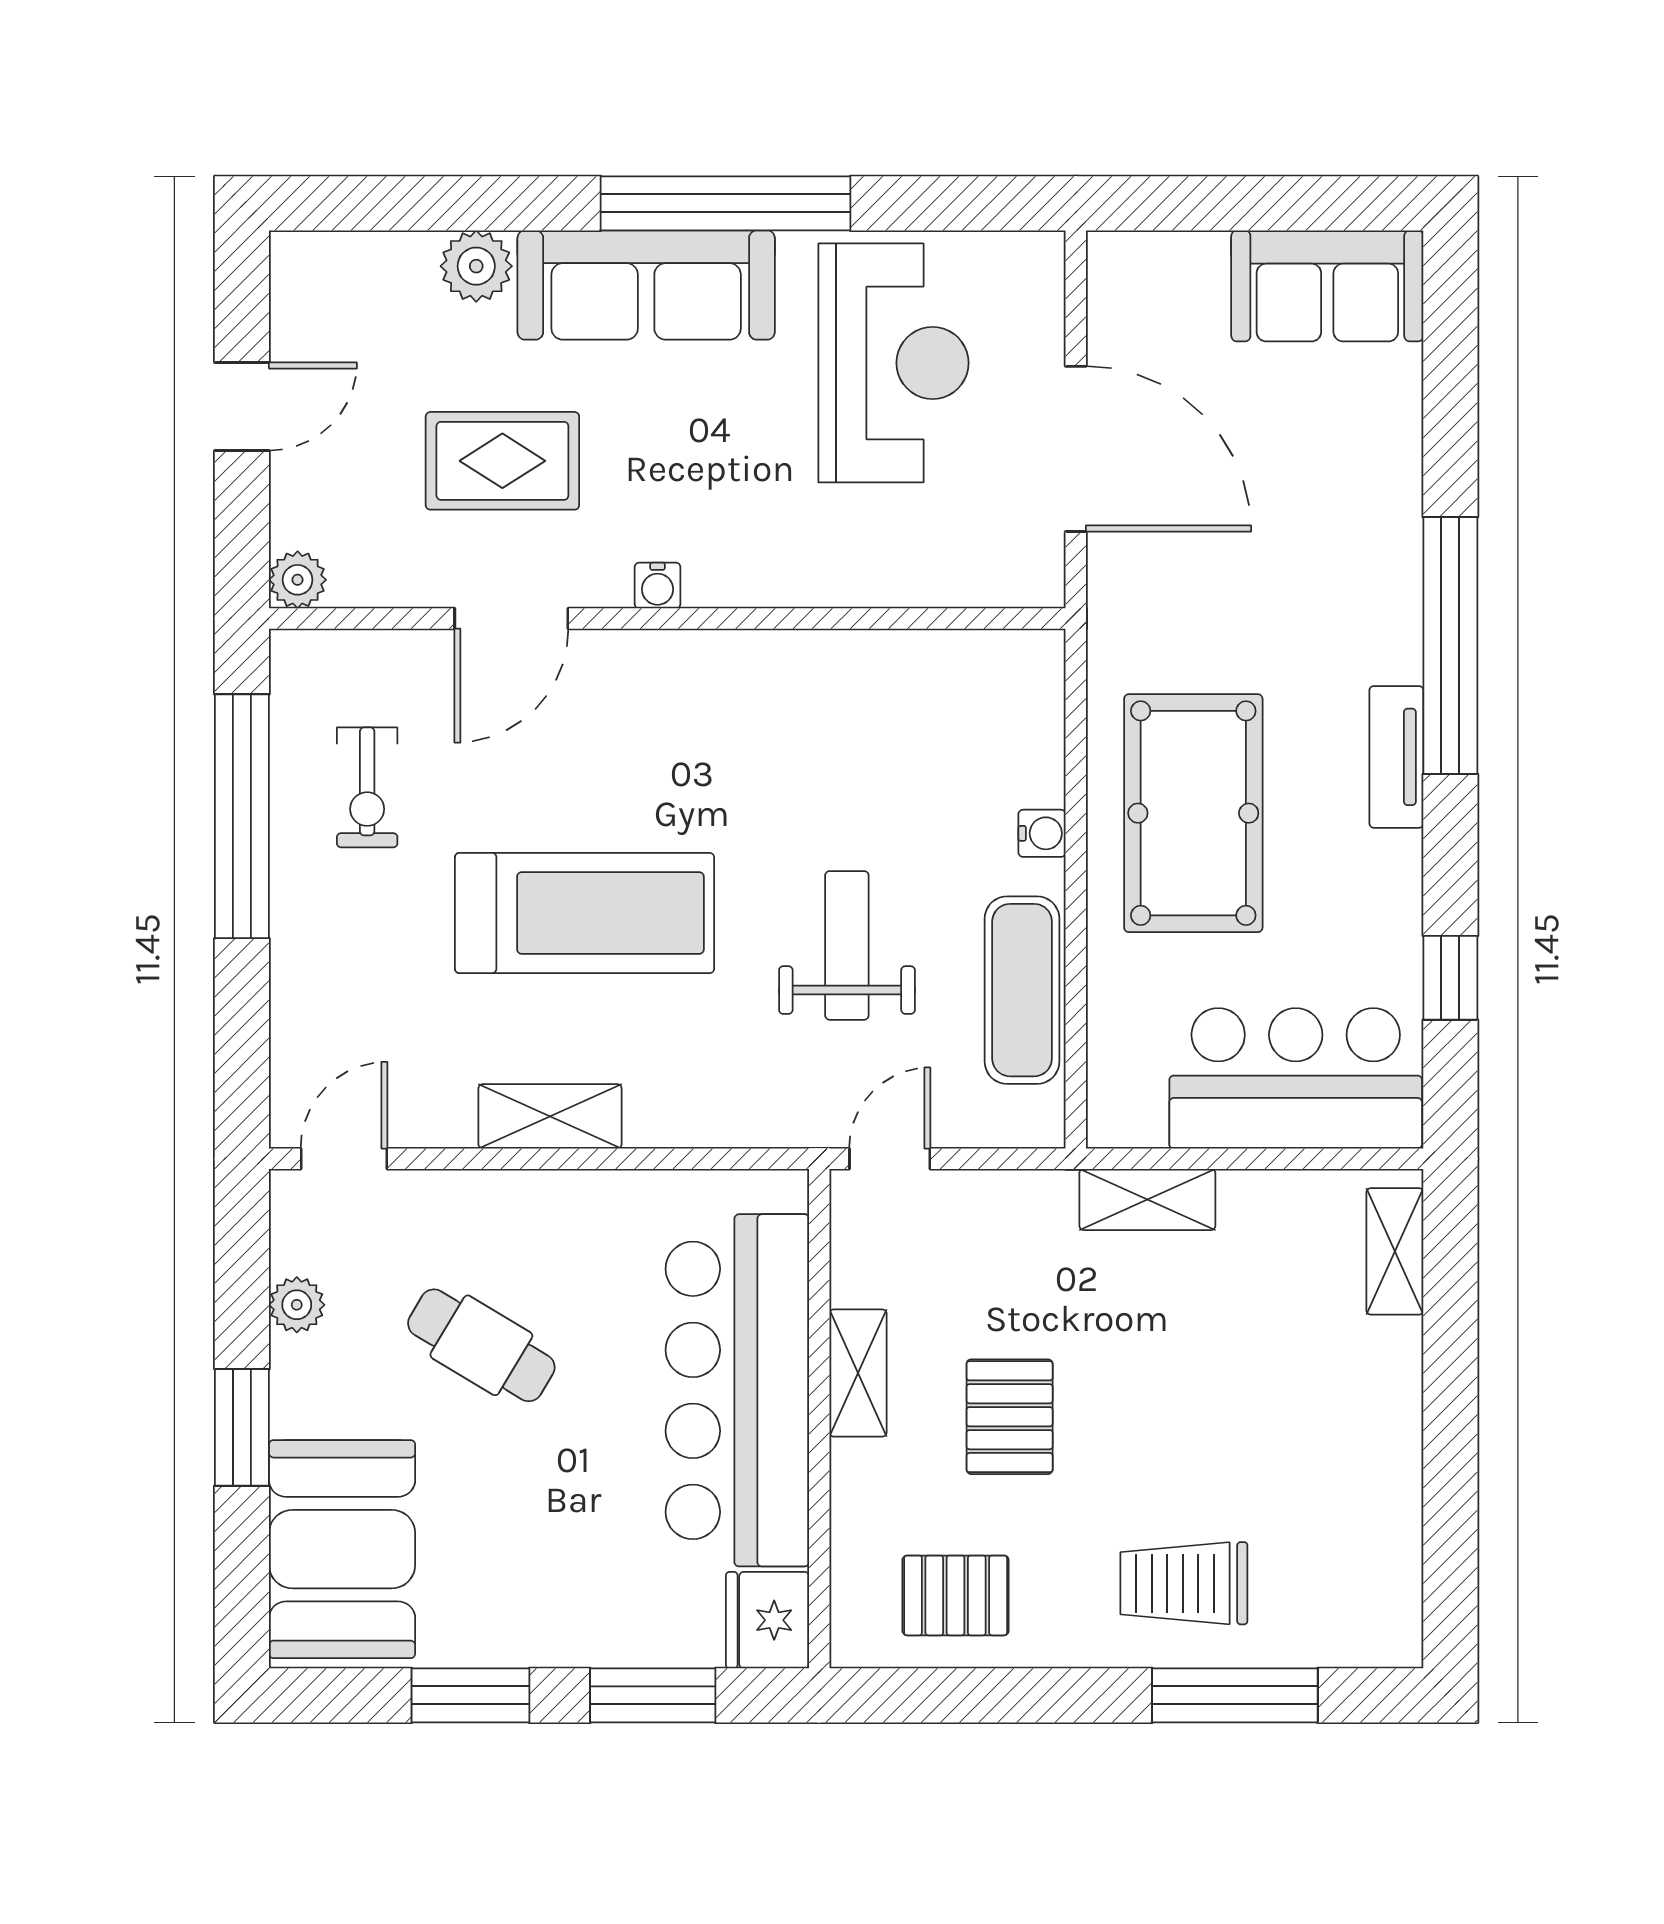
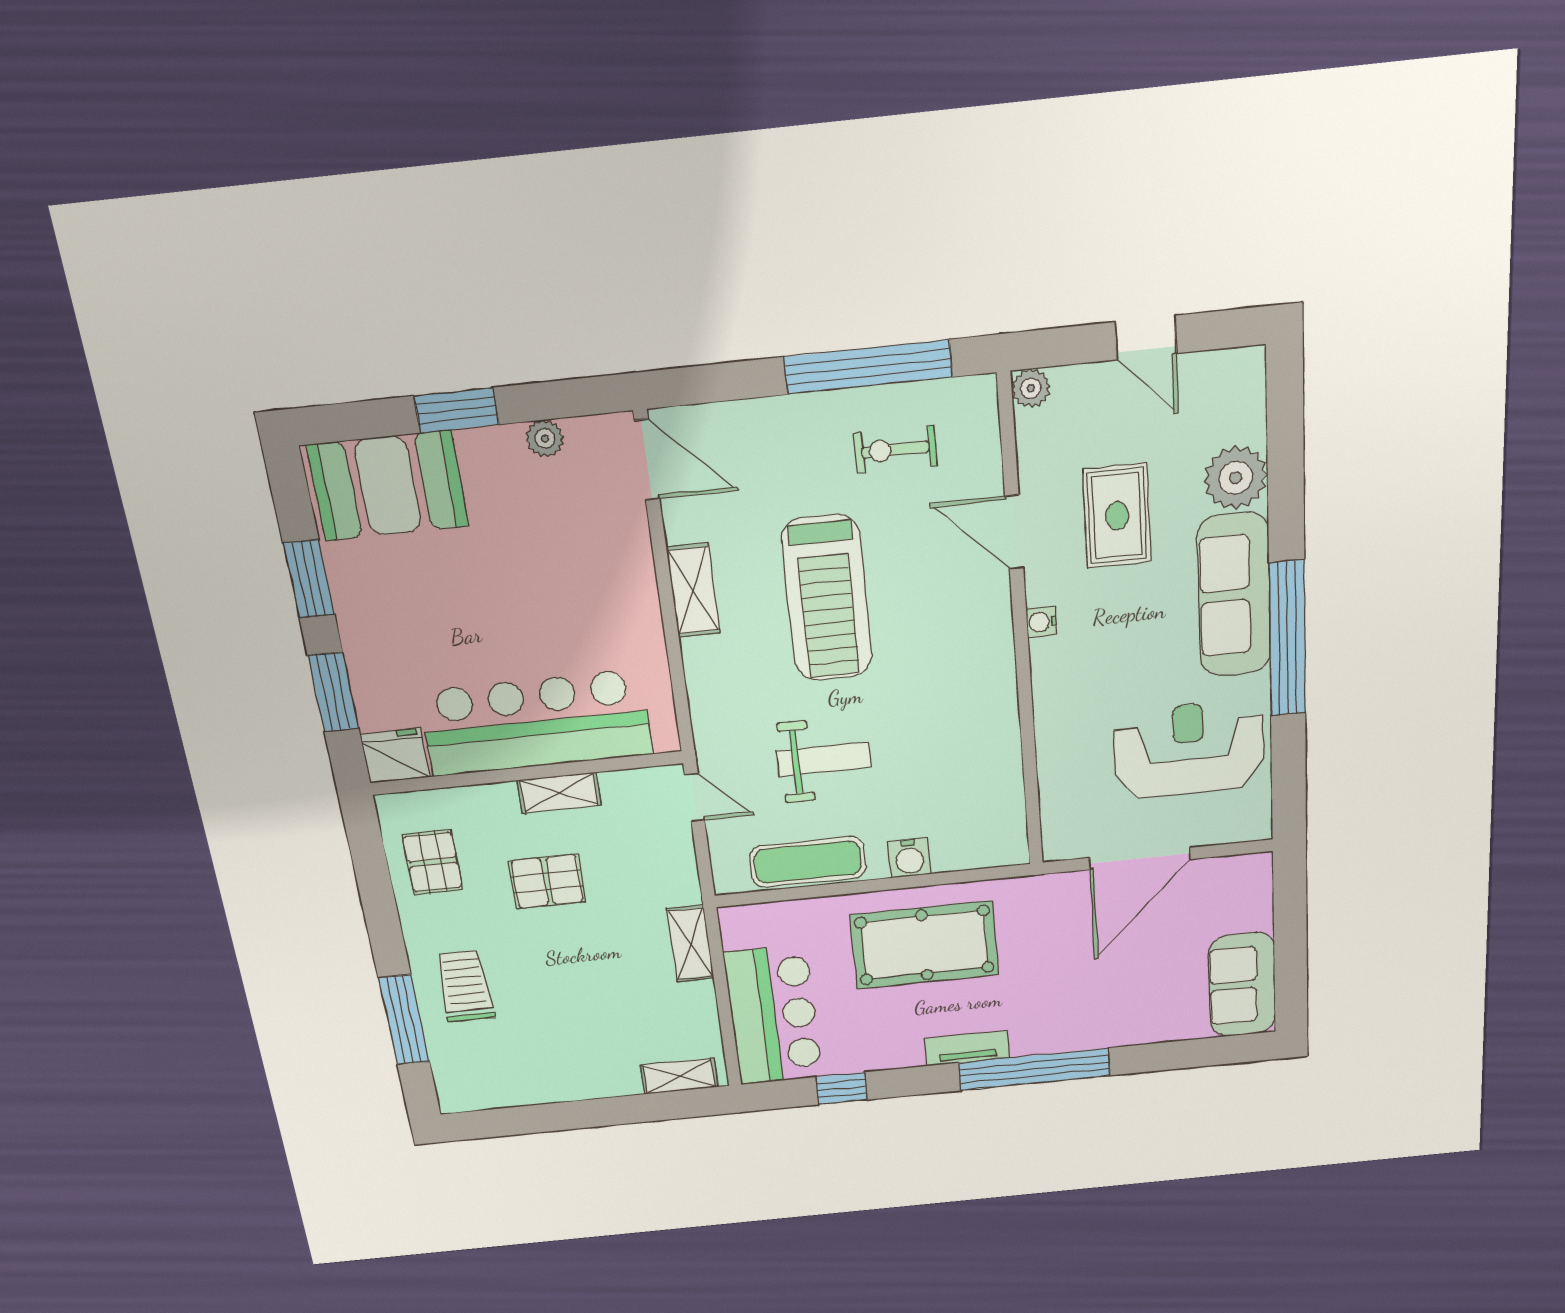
plant: (476, 266) -> (1236, 478), width x1.36, depth x1.36
reception desk: (893, 363) -> (1189, 749), turned 180
water cooler: (1042, 833) -> (910, 858), width x1.38, depth x1.38
door: (344, 1159) -> (647, 460), width x1.38
cafe table: (481, 1345) -> (538, 562), removed

